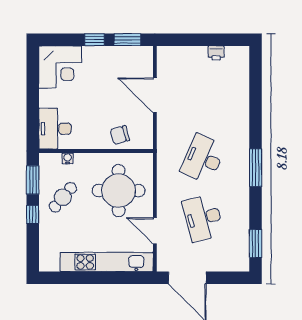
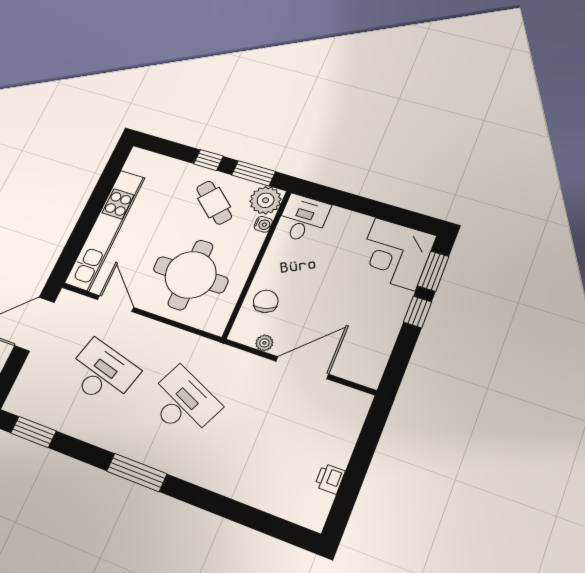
window: (127, 40) -> (433, 271), moved
plant: (147, 125) -> (264, 343), added
desk: (55, 129) -> (303, 219), width x0.73
plant: (50, 164) -> (266, 200), added
desk: (203, 218) -> (102, 373), turned 30
door: (155, 231) -> (116, 303), hinge flipped

